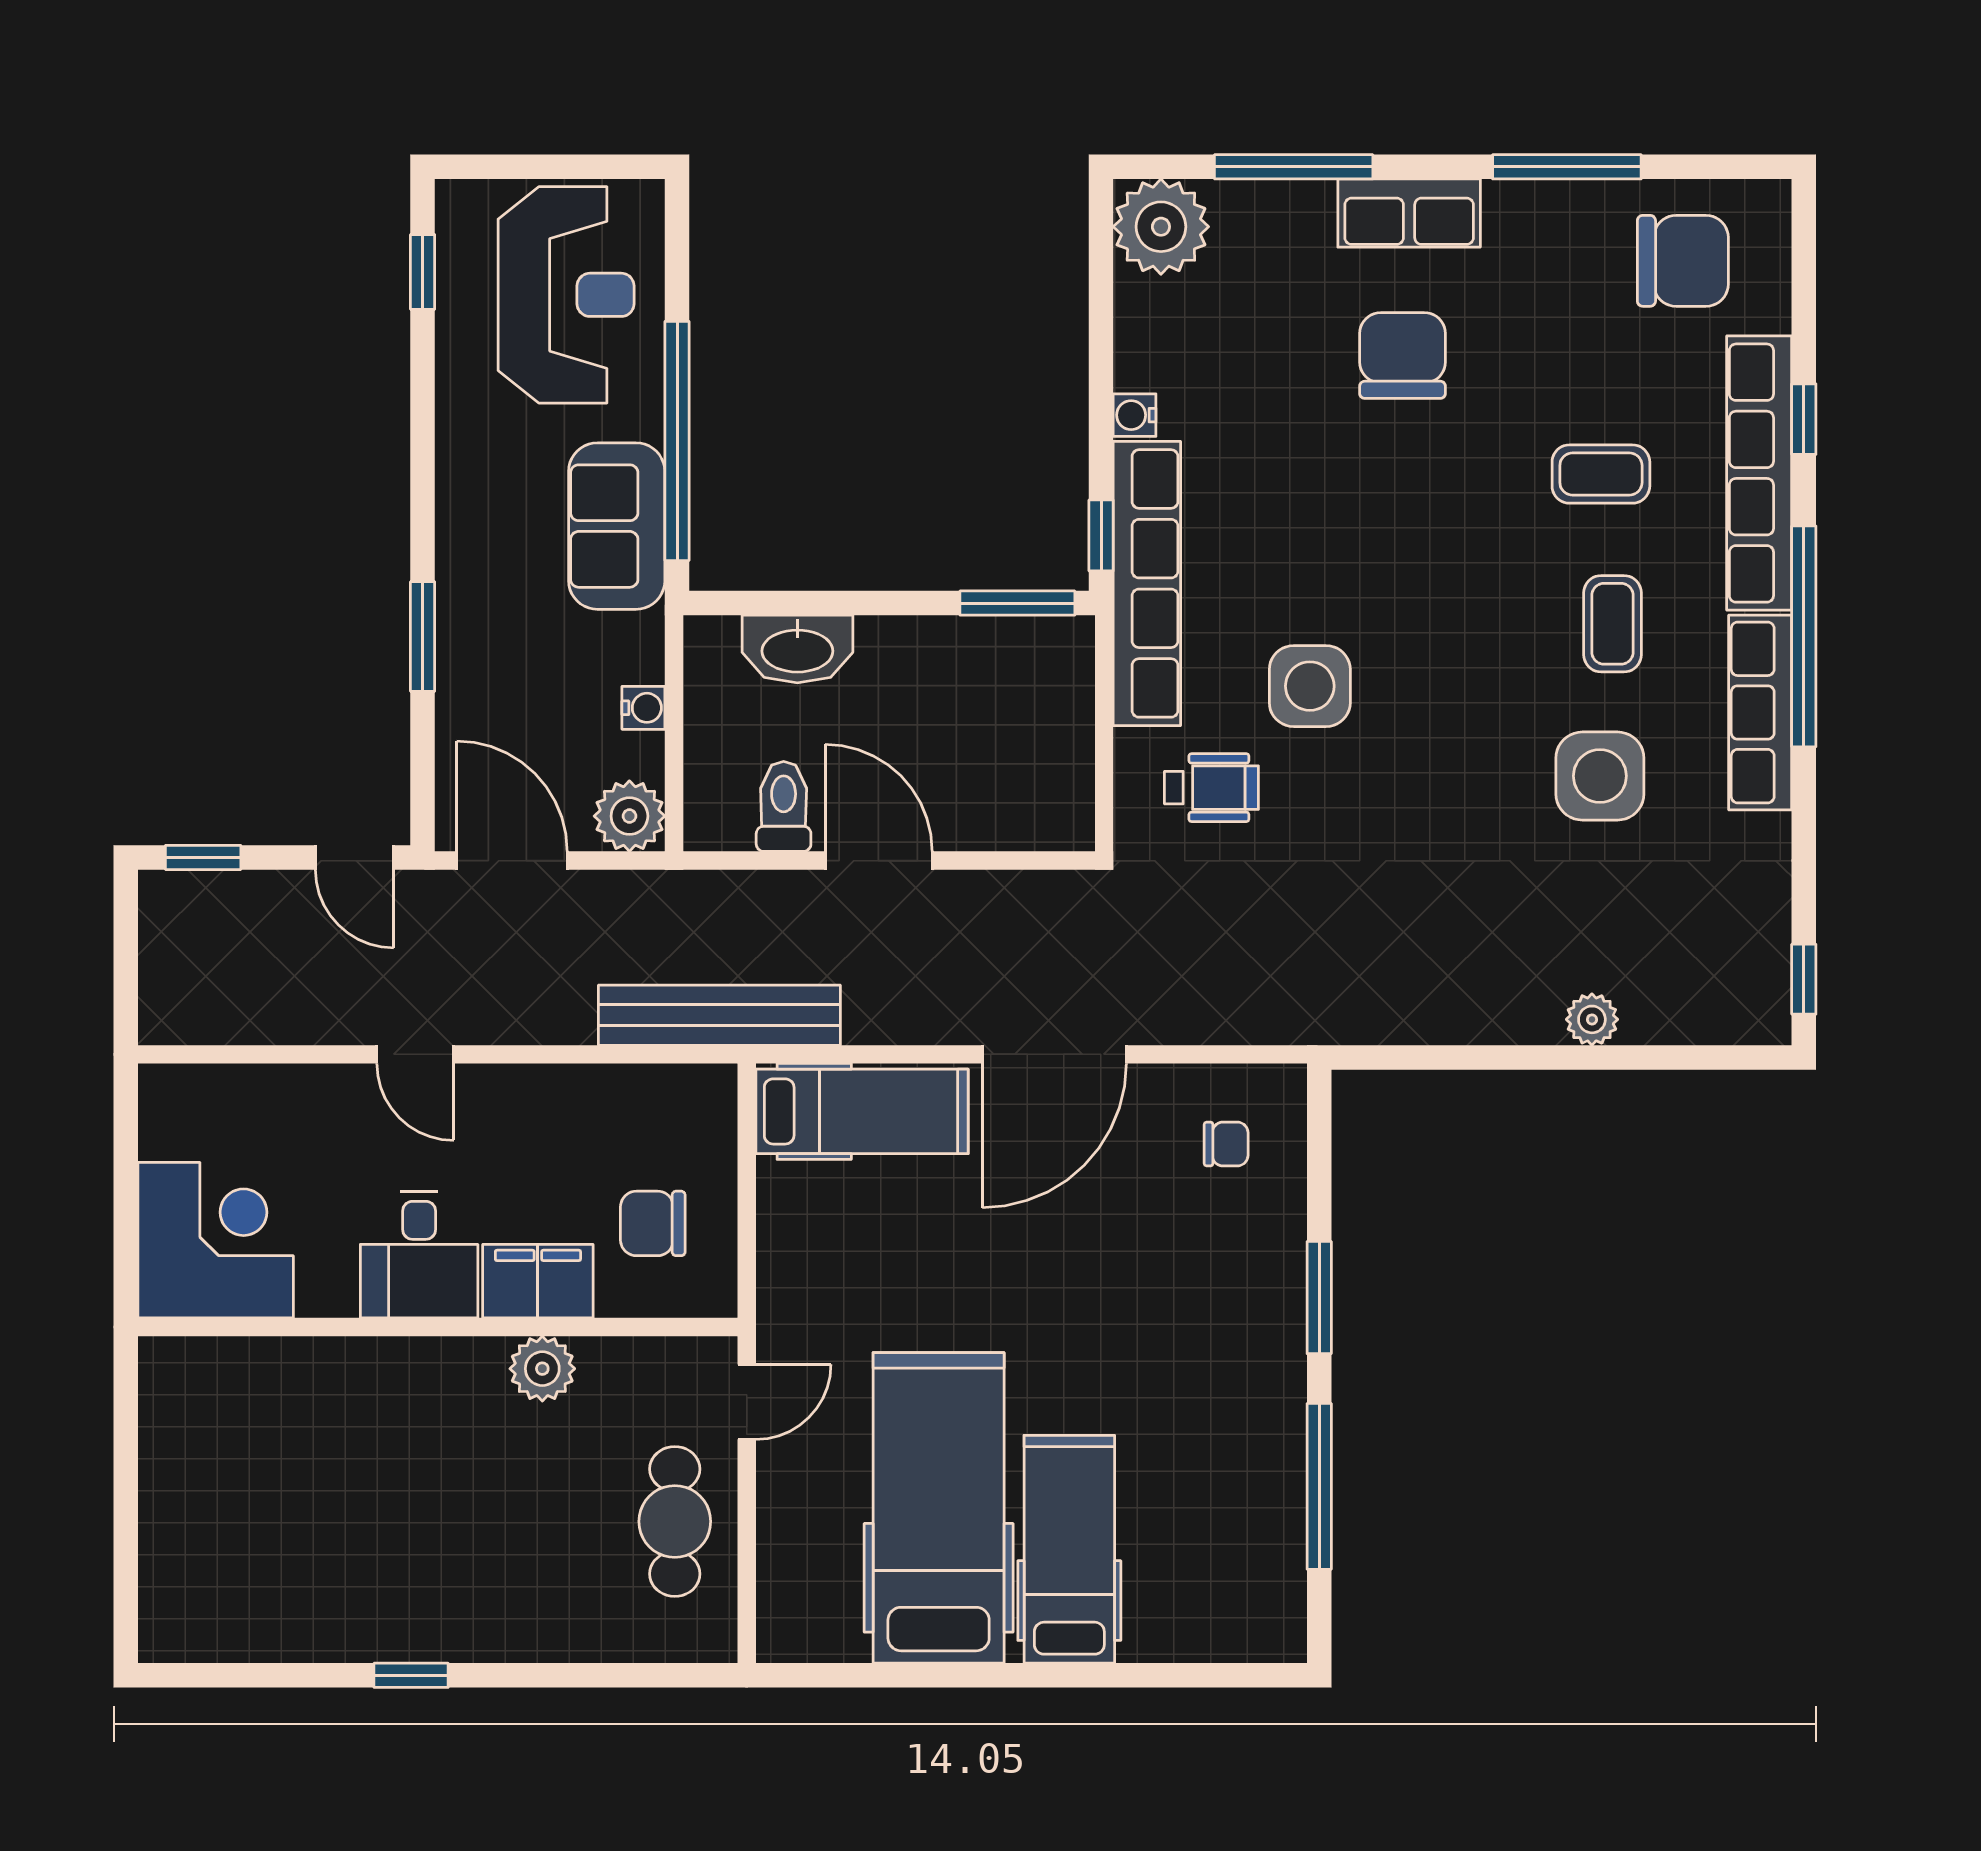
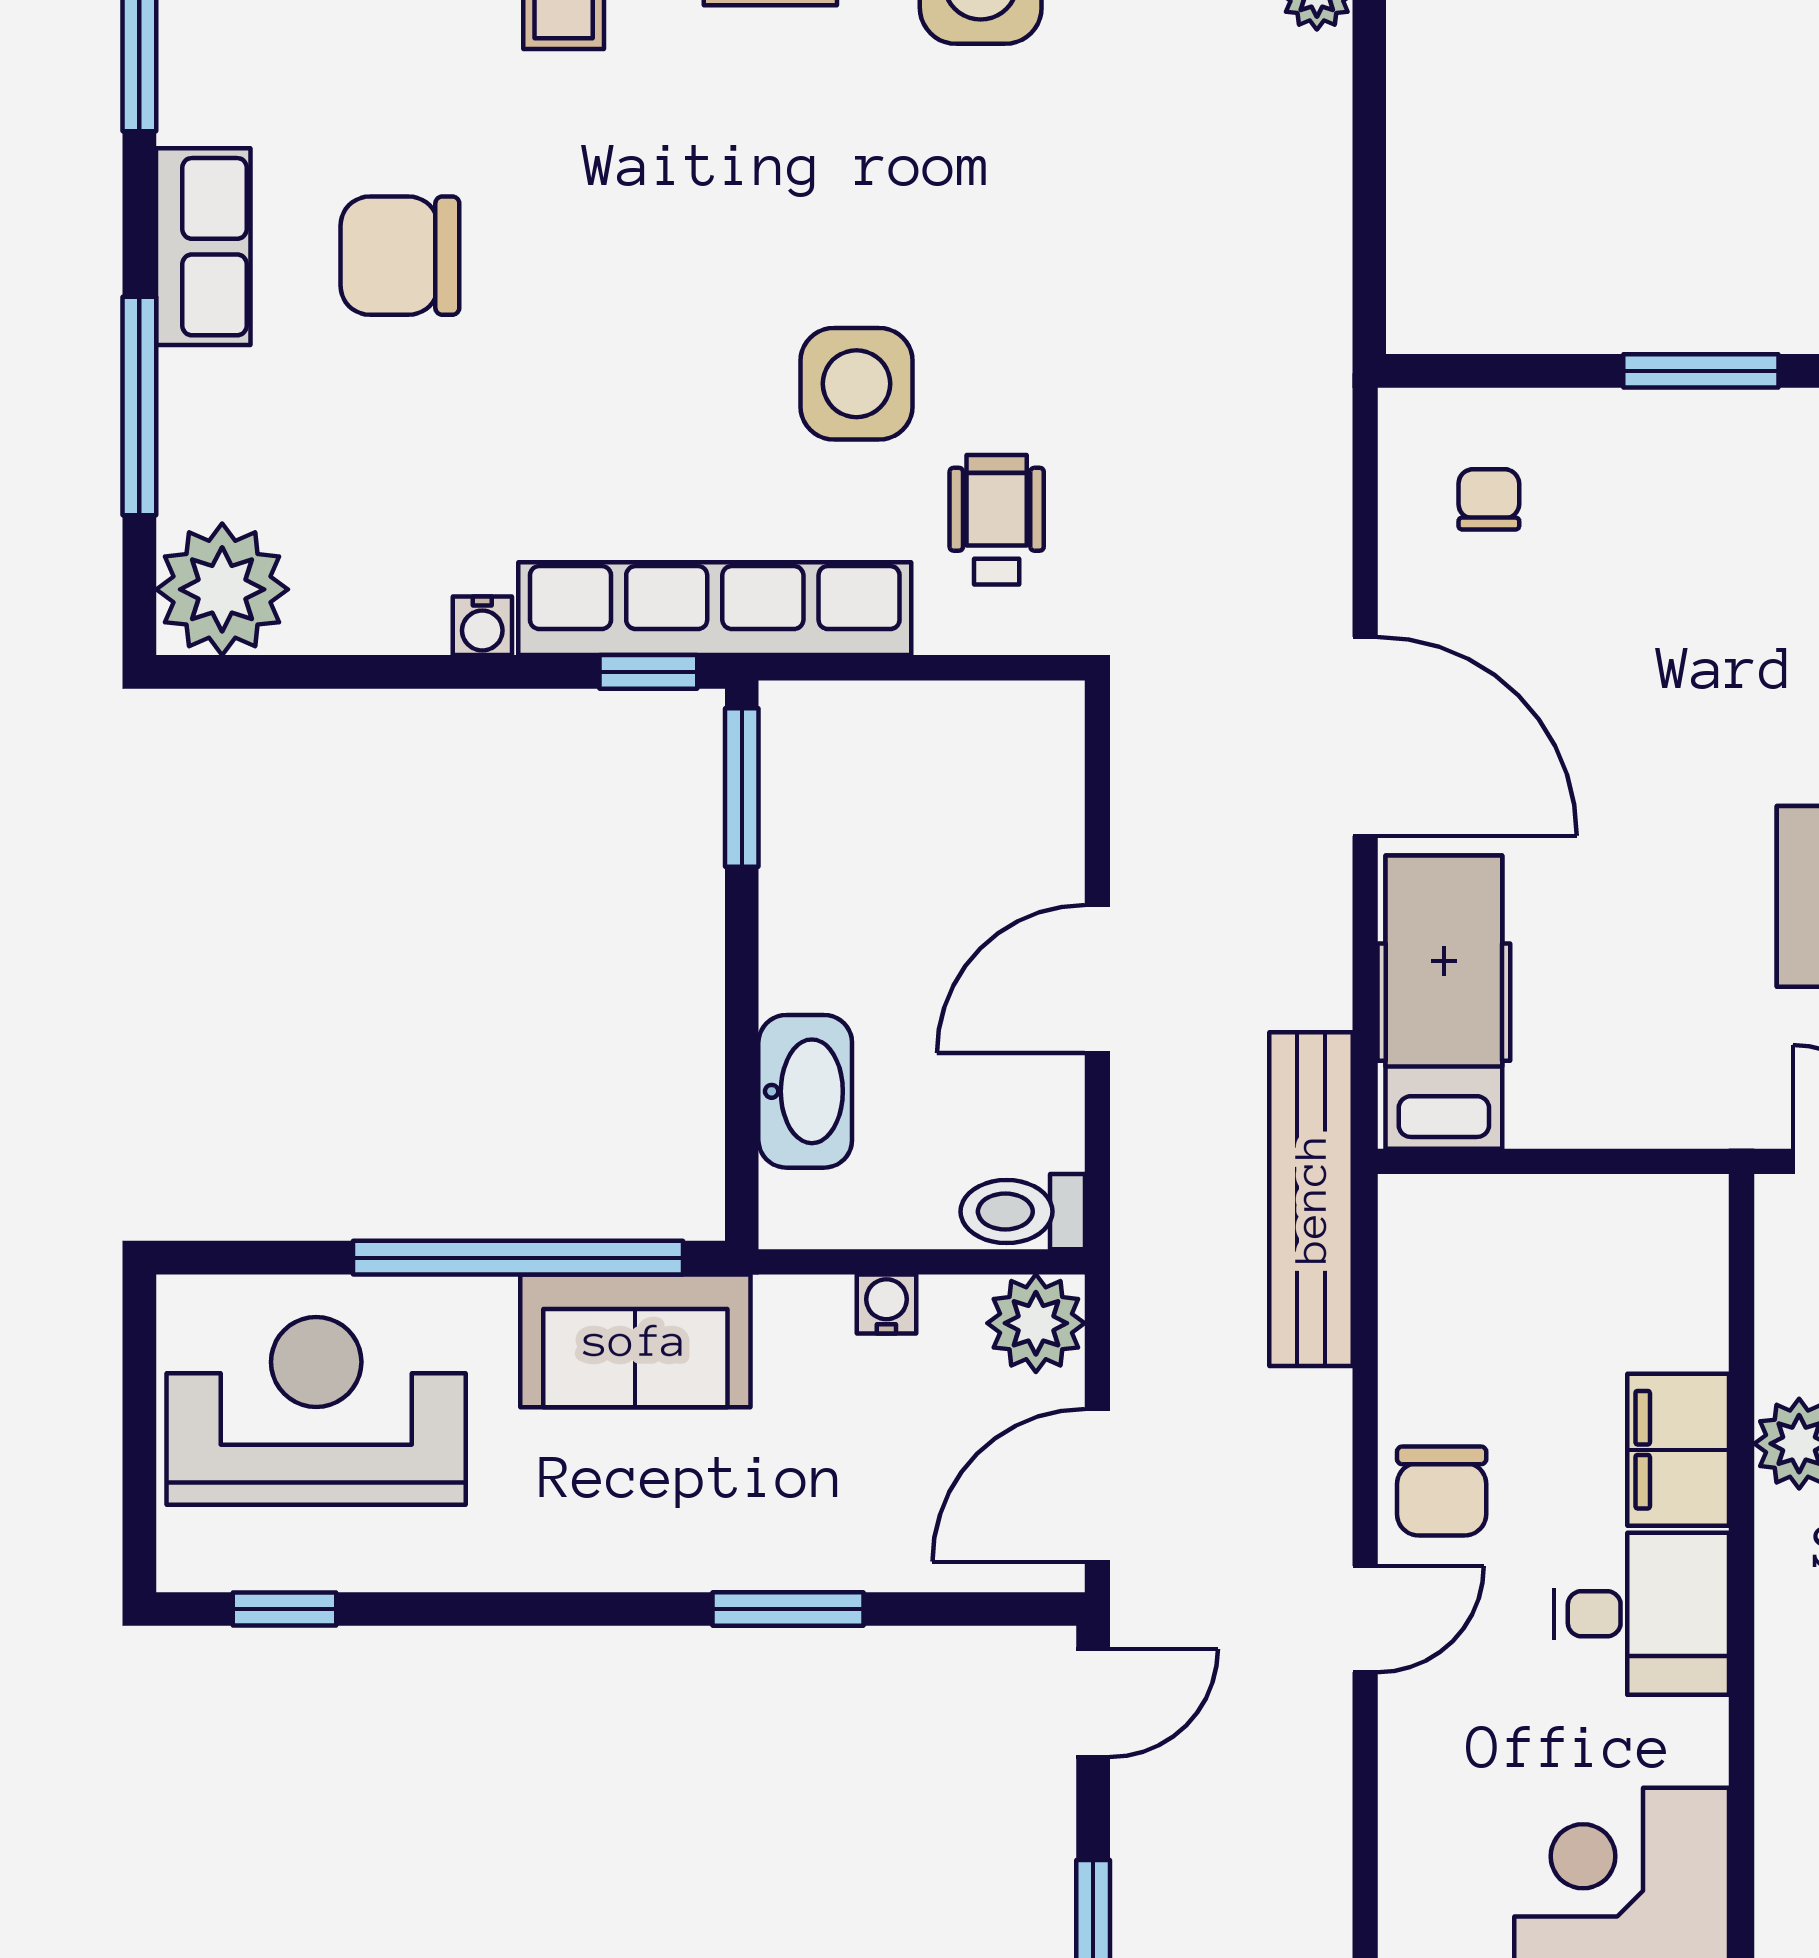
toilet: (784, 806) -> (1023, 1212), moved
chair: (653, 1223) -> (1442, 1491), moved

